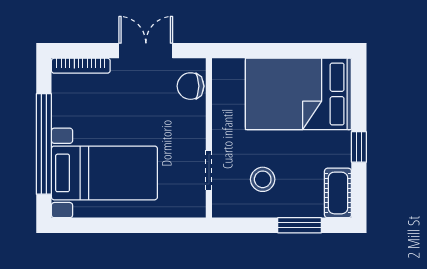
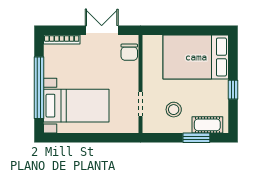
chair: (191, 86) -> (129, 52), turned -90
cot: (338, 193) -> (207, 125), moved, turned 90

